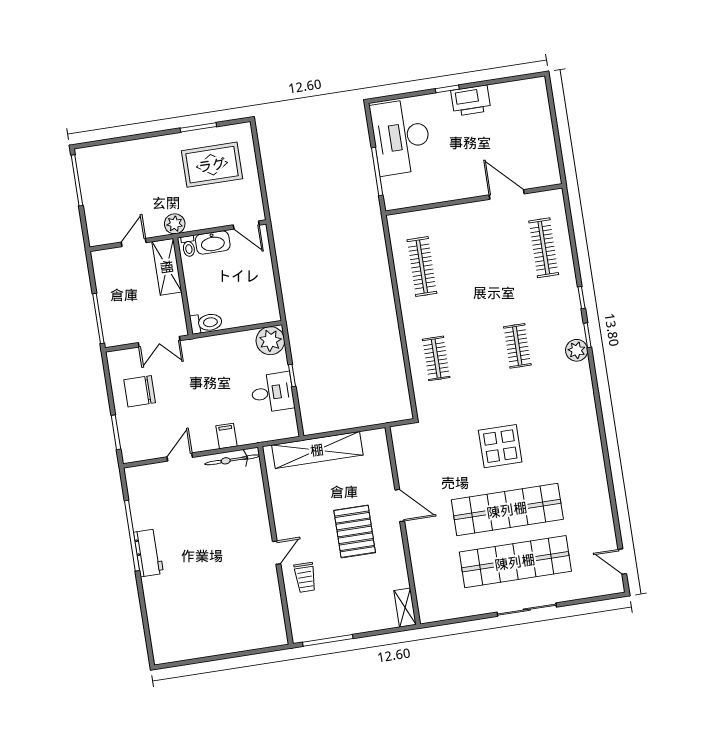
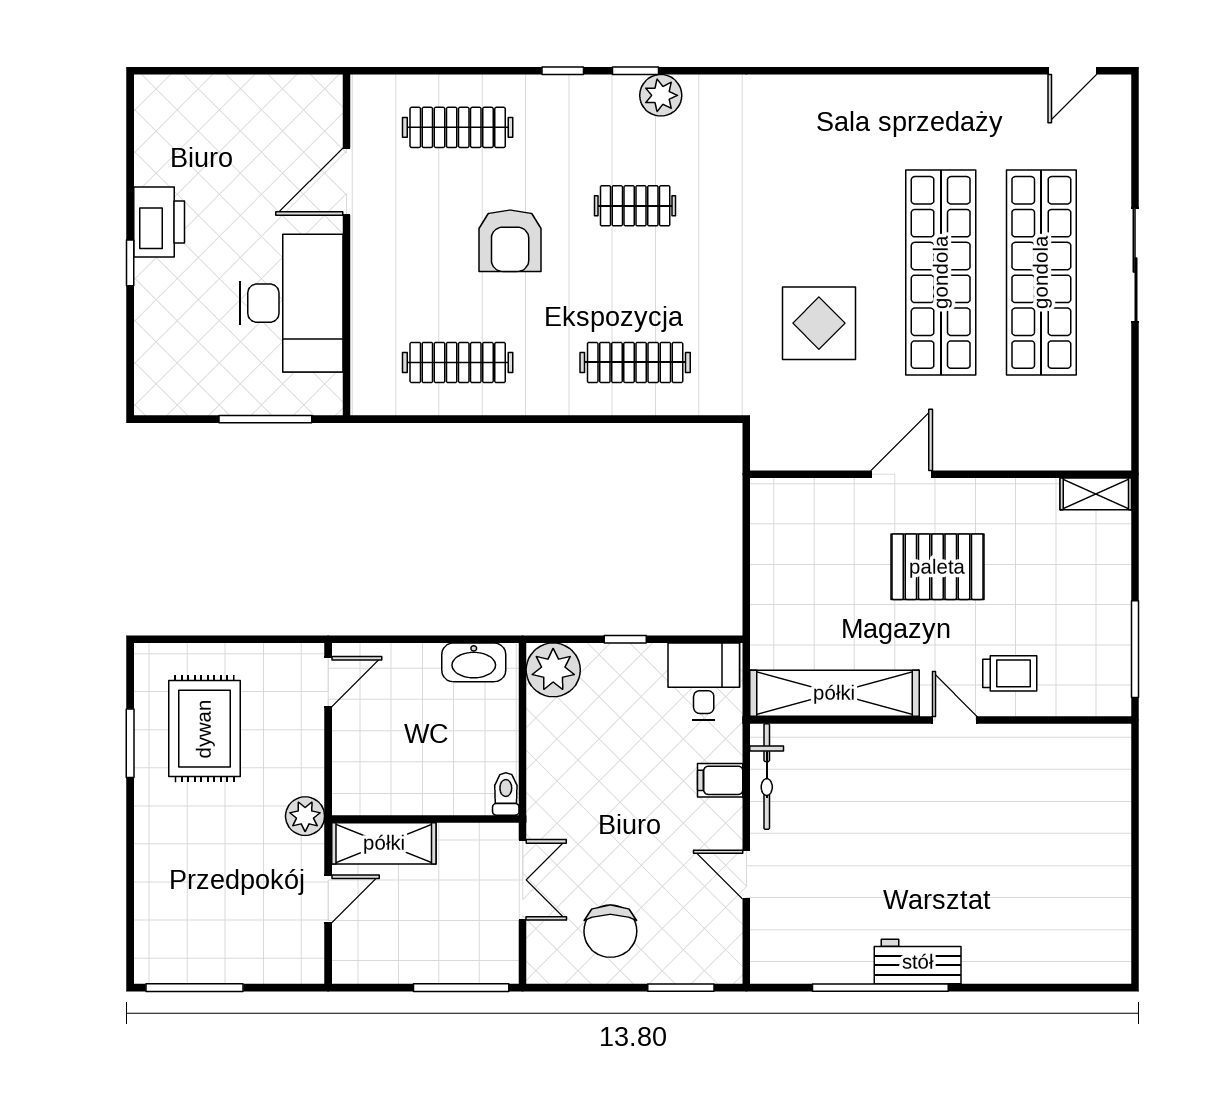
desk: (401, 137) -> (291, 303), moved, turned -90
door: (134, 242) -> (328, 899), swing flipped
washbasin: (213, 243) -> (474, 662), moved, turned 90
toilet: (188, 246) -> (351, 797), removed
armchair: (489, 284) -> (510, 241), added
toilet: (206, 323) -> (506, 794), width x0.73, depth x0.72
clothes rail: (436, 358) -> (635, 362), width x1.36
desk: (272, 392) -> (704, 681), moved
display table: (500, 446) -> (819, 323), moved
shelving: (317, 450) -> (834, 693), moved, turned 90

